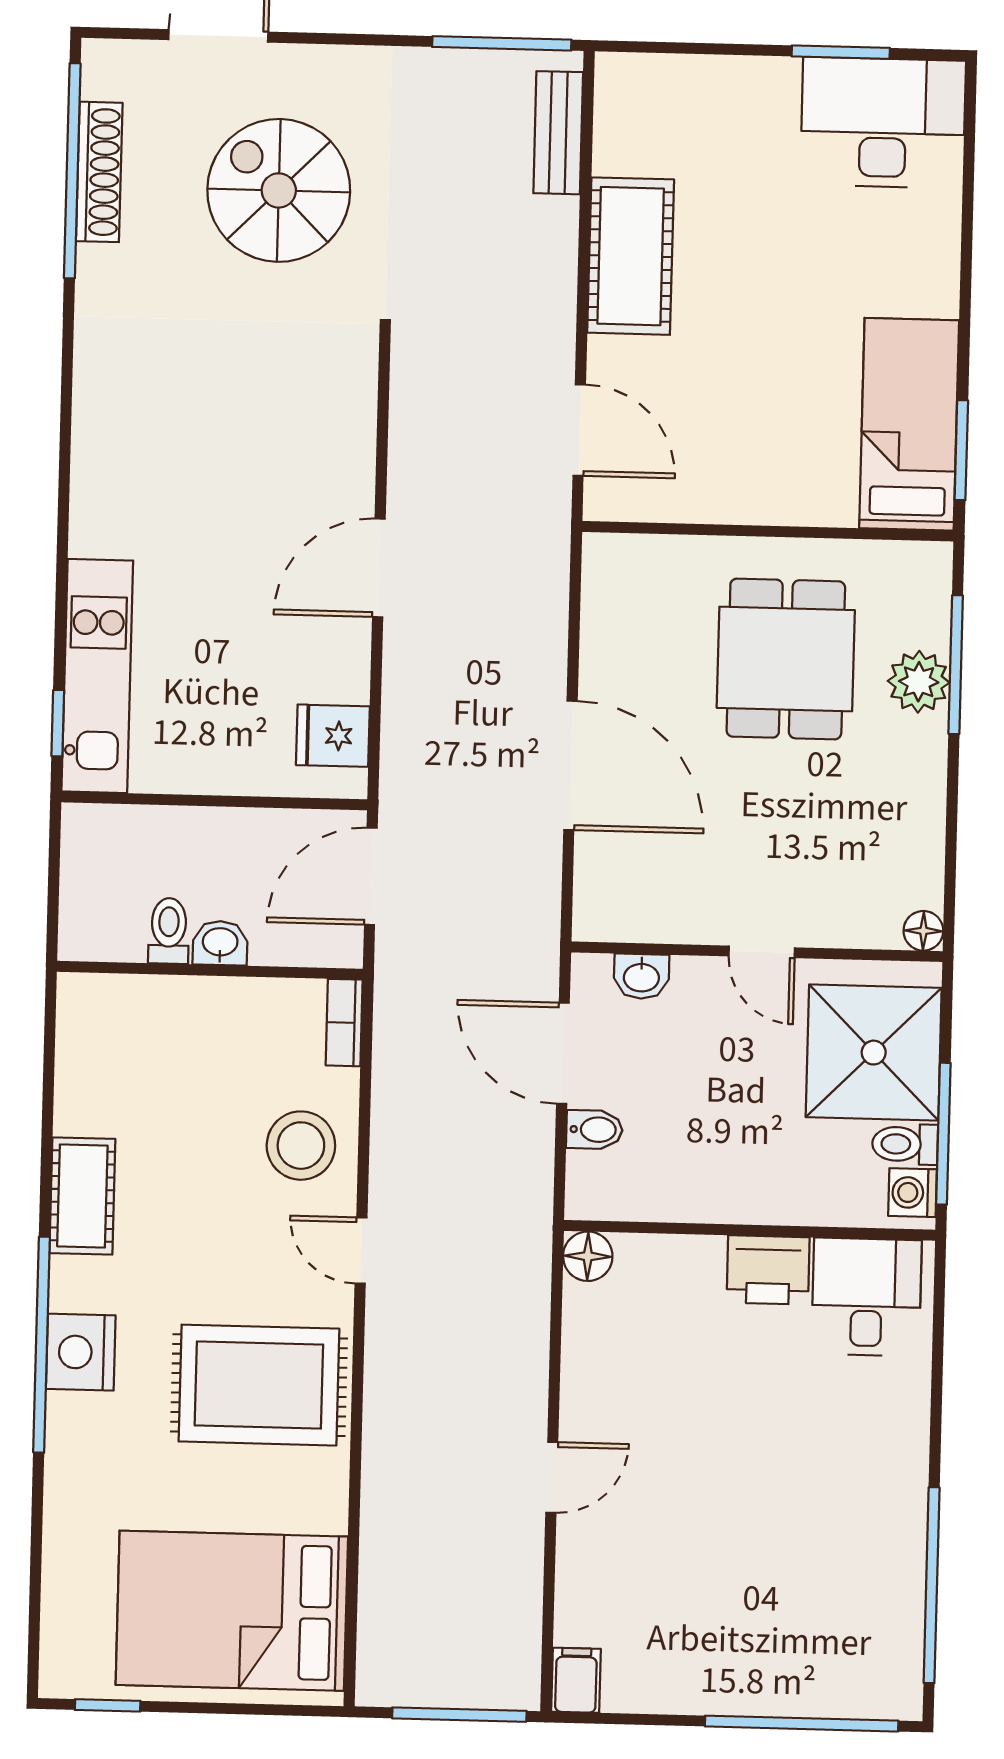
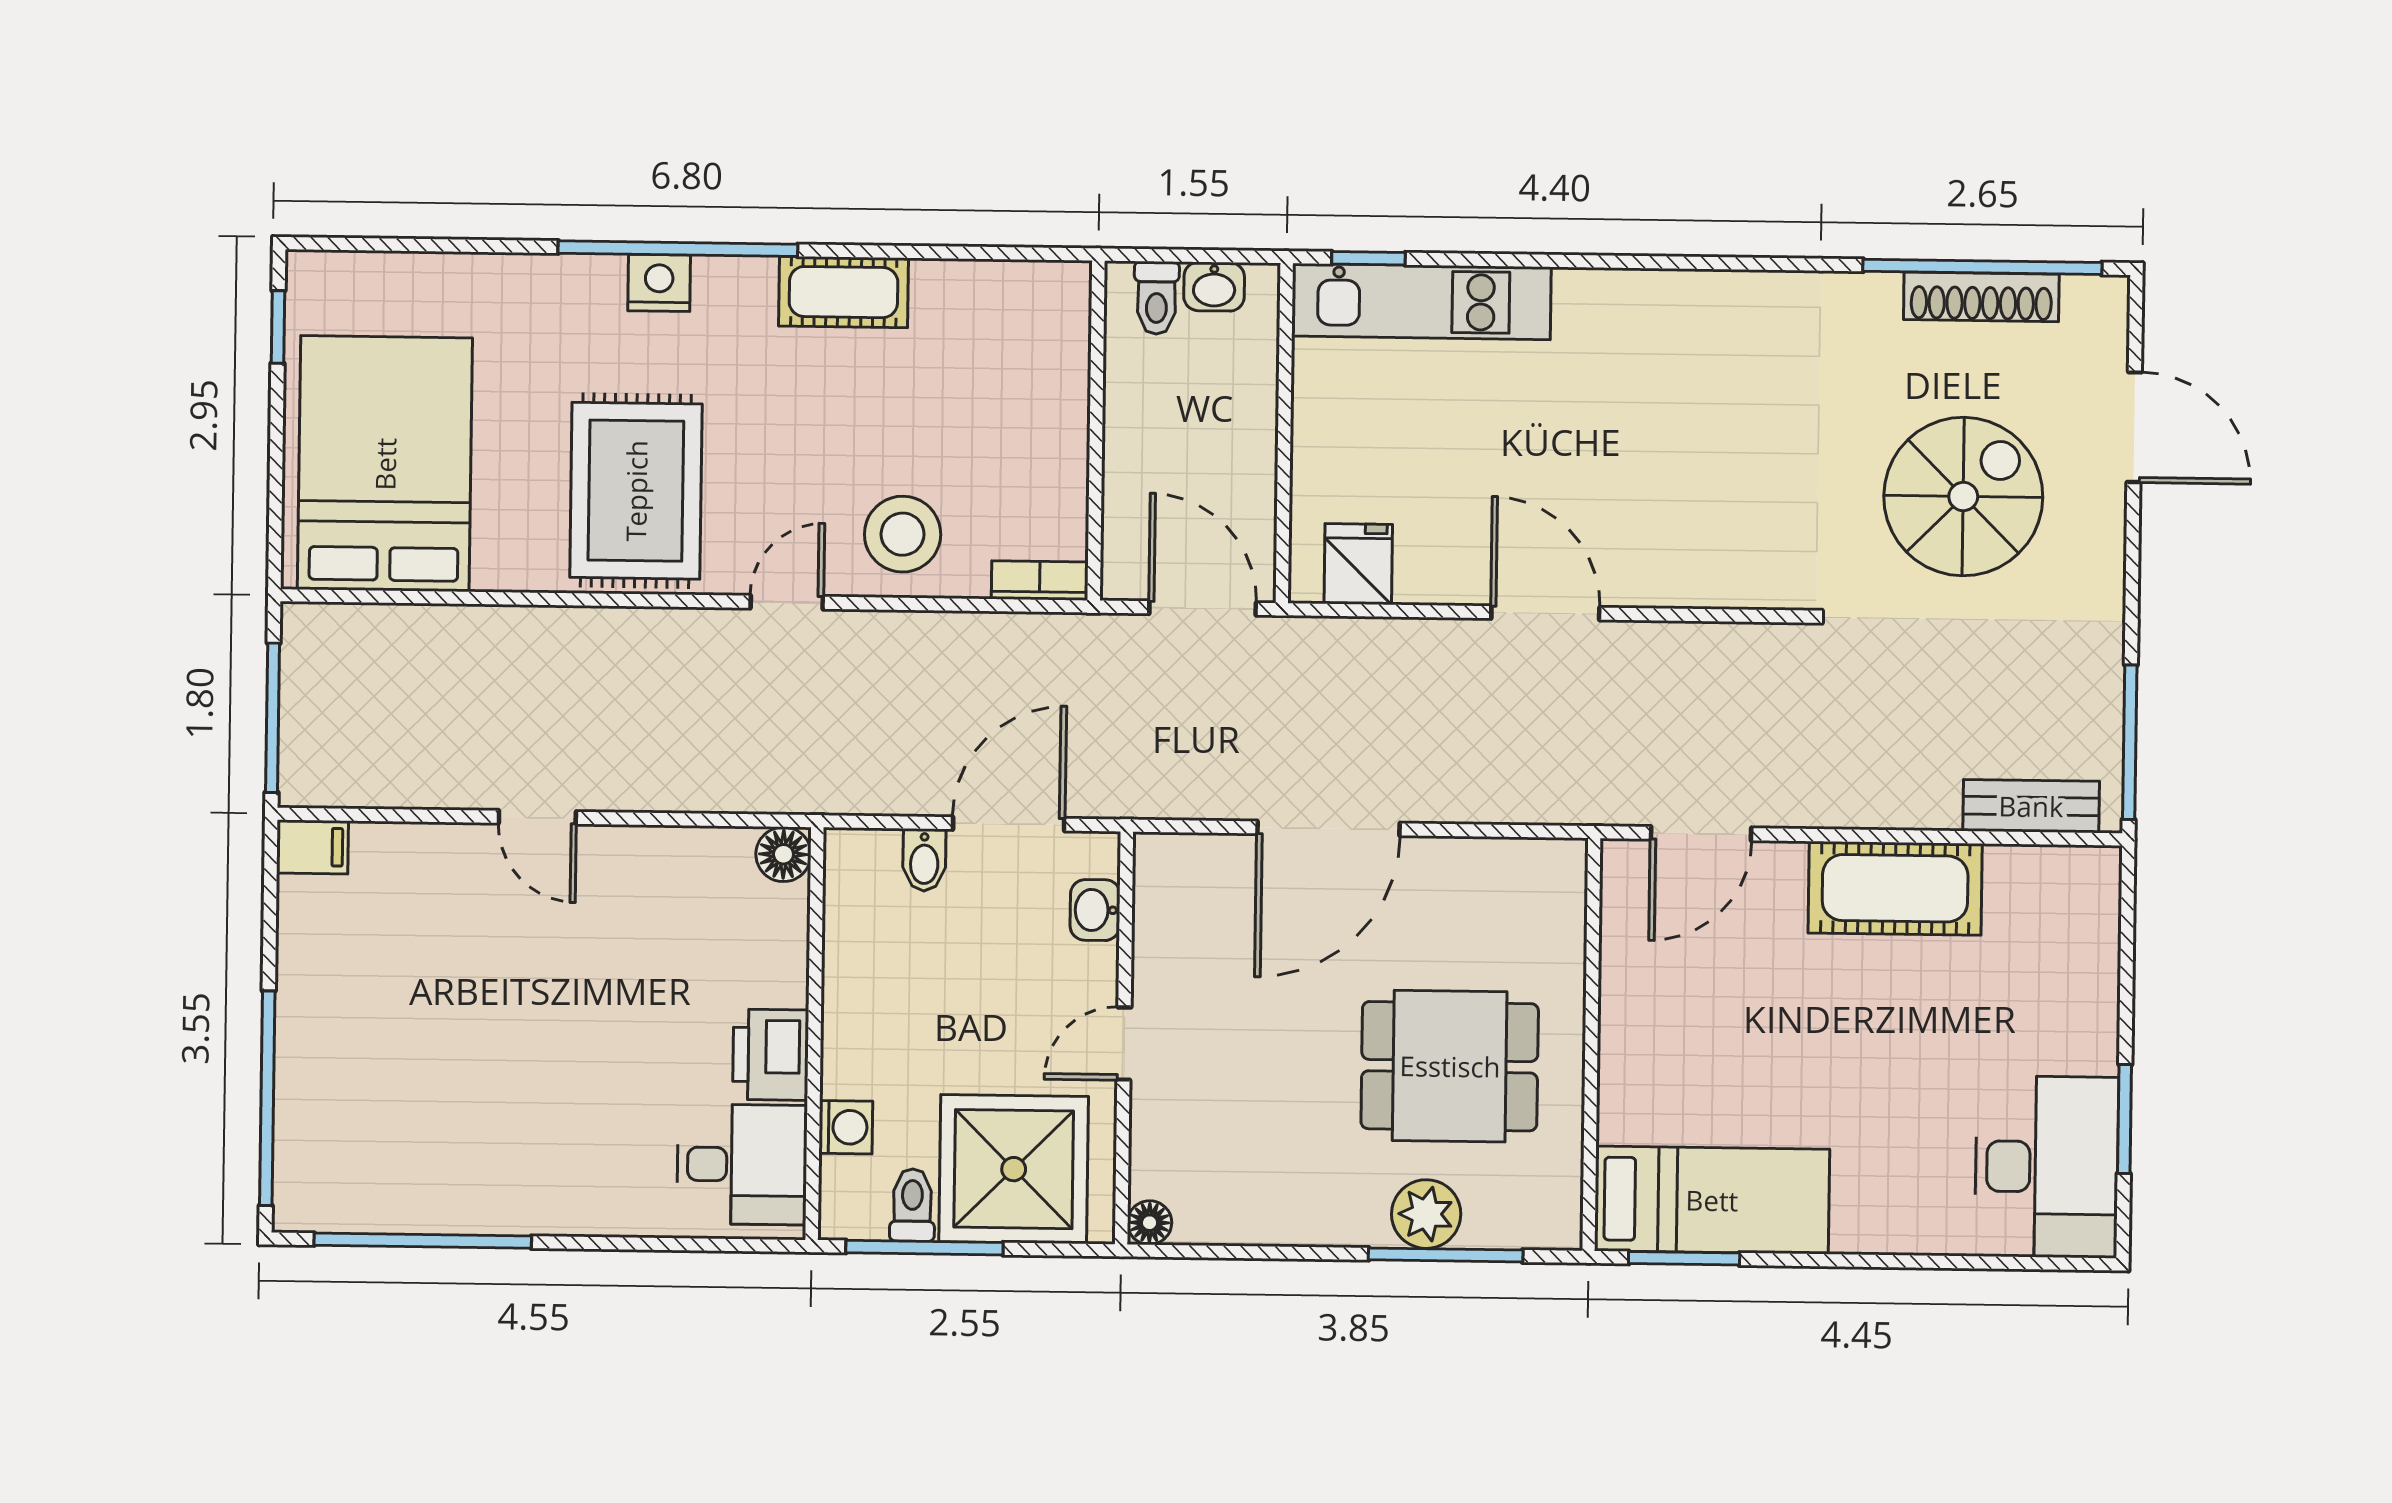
toilet: (169, 931) -> (1157, 298), moved, turned 90
washbasin: (220, 943) -> (1214, 287), moved, turned 90
washing machine: (913, 1193) -> (846, 1127), moved, turned 90
nightstand: (81, 1352) -> (659, 283), width x0.74, depth x0.75

